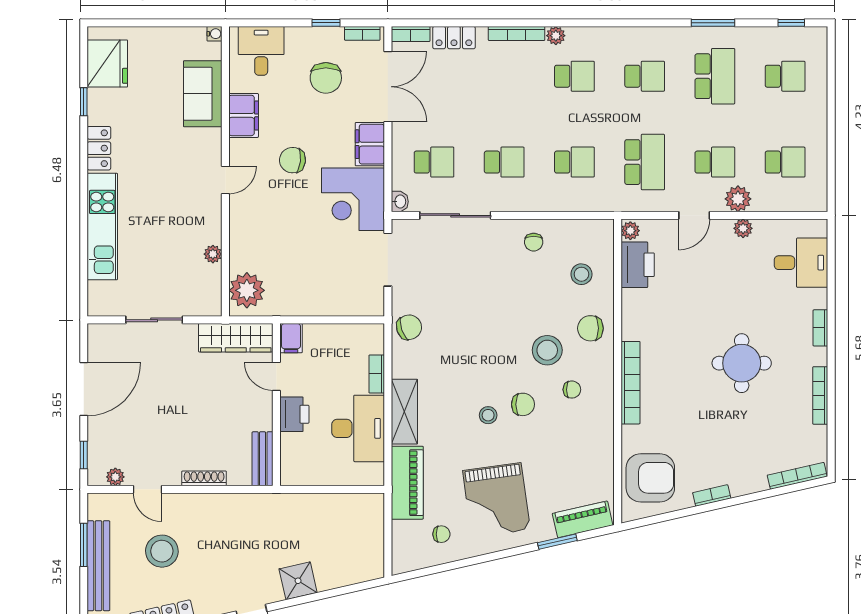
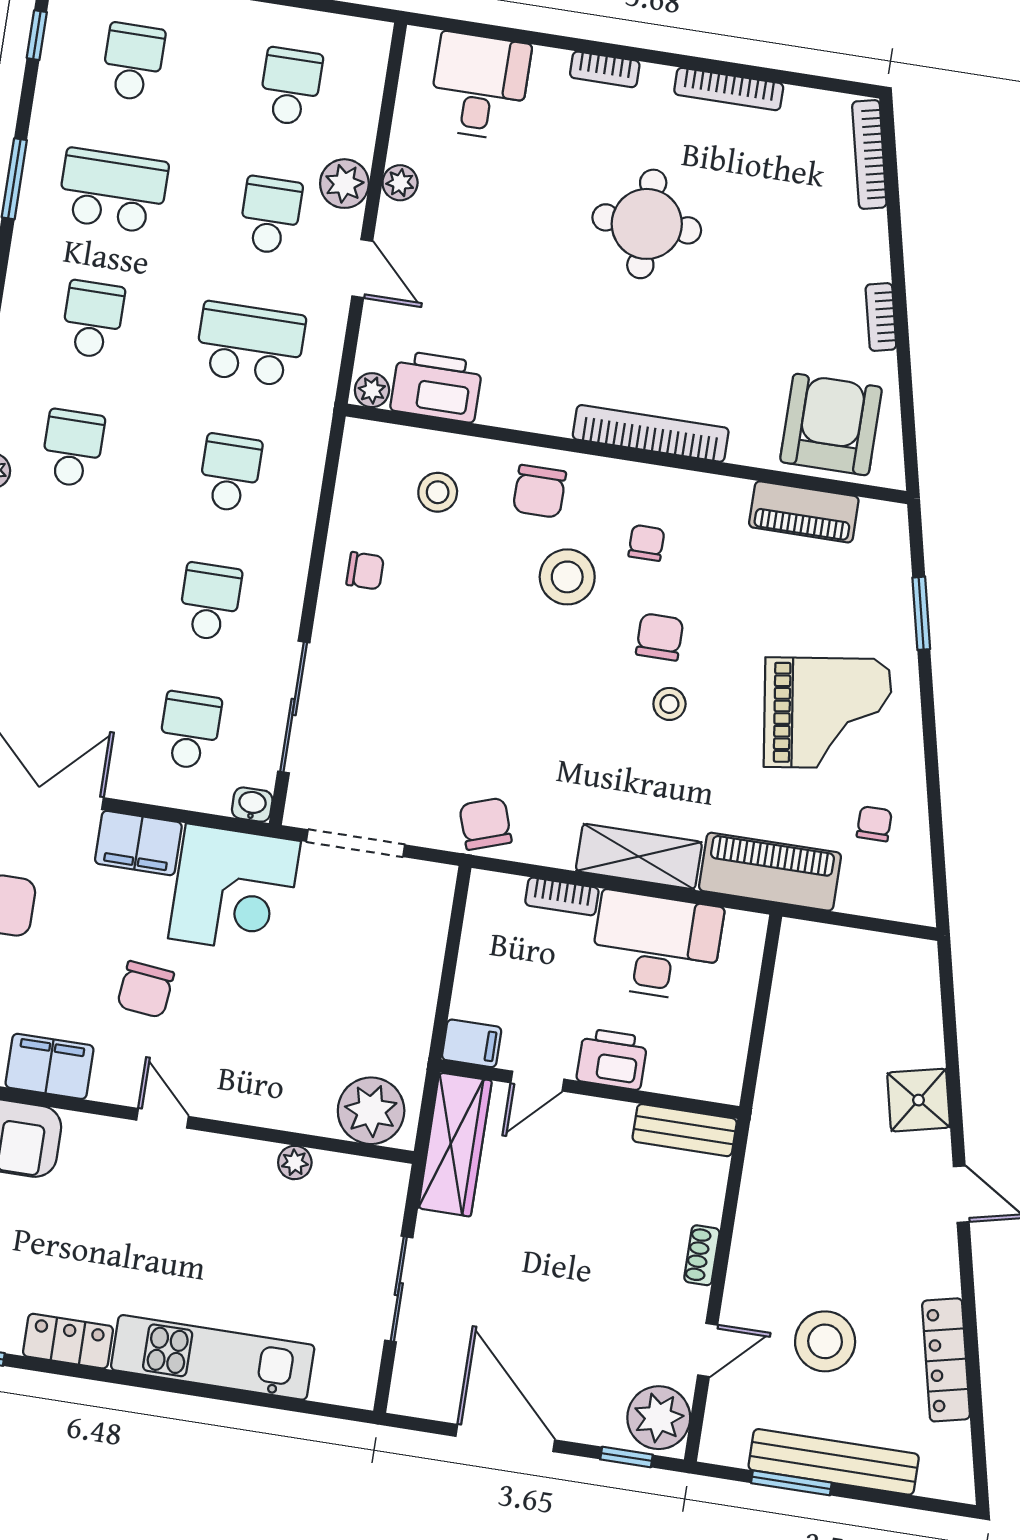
plant: (115, 477) -> (659, 1418), width x1.87, depth x1.87
shoe rack: (204, 478) -> (702, 1255), width x0.70
piano: (583, 519) -> (804, 512), moved, turned -77

